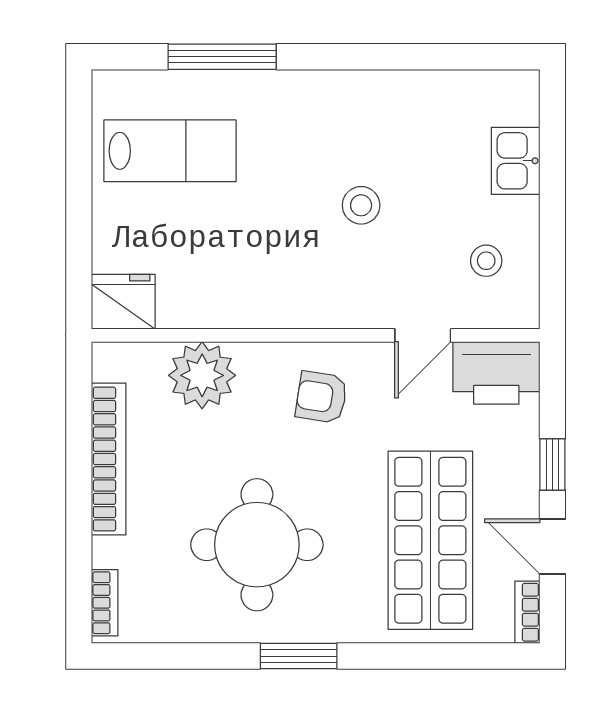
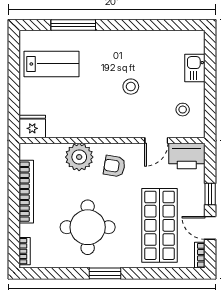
plant: (202, 375) -> (79, 157), moved

